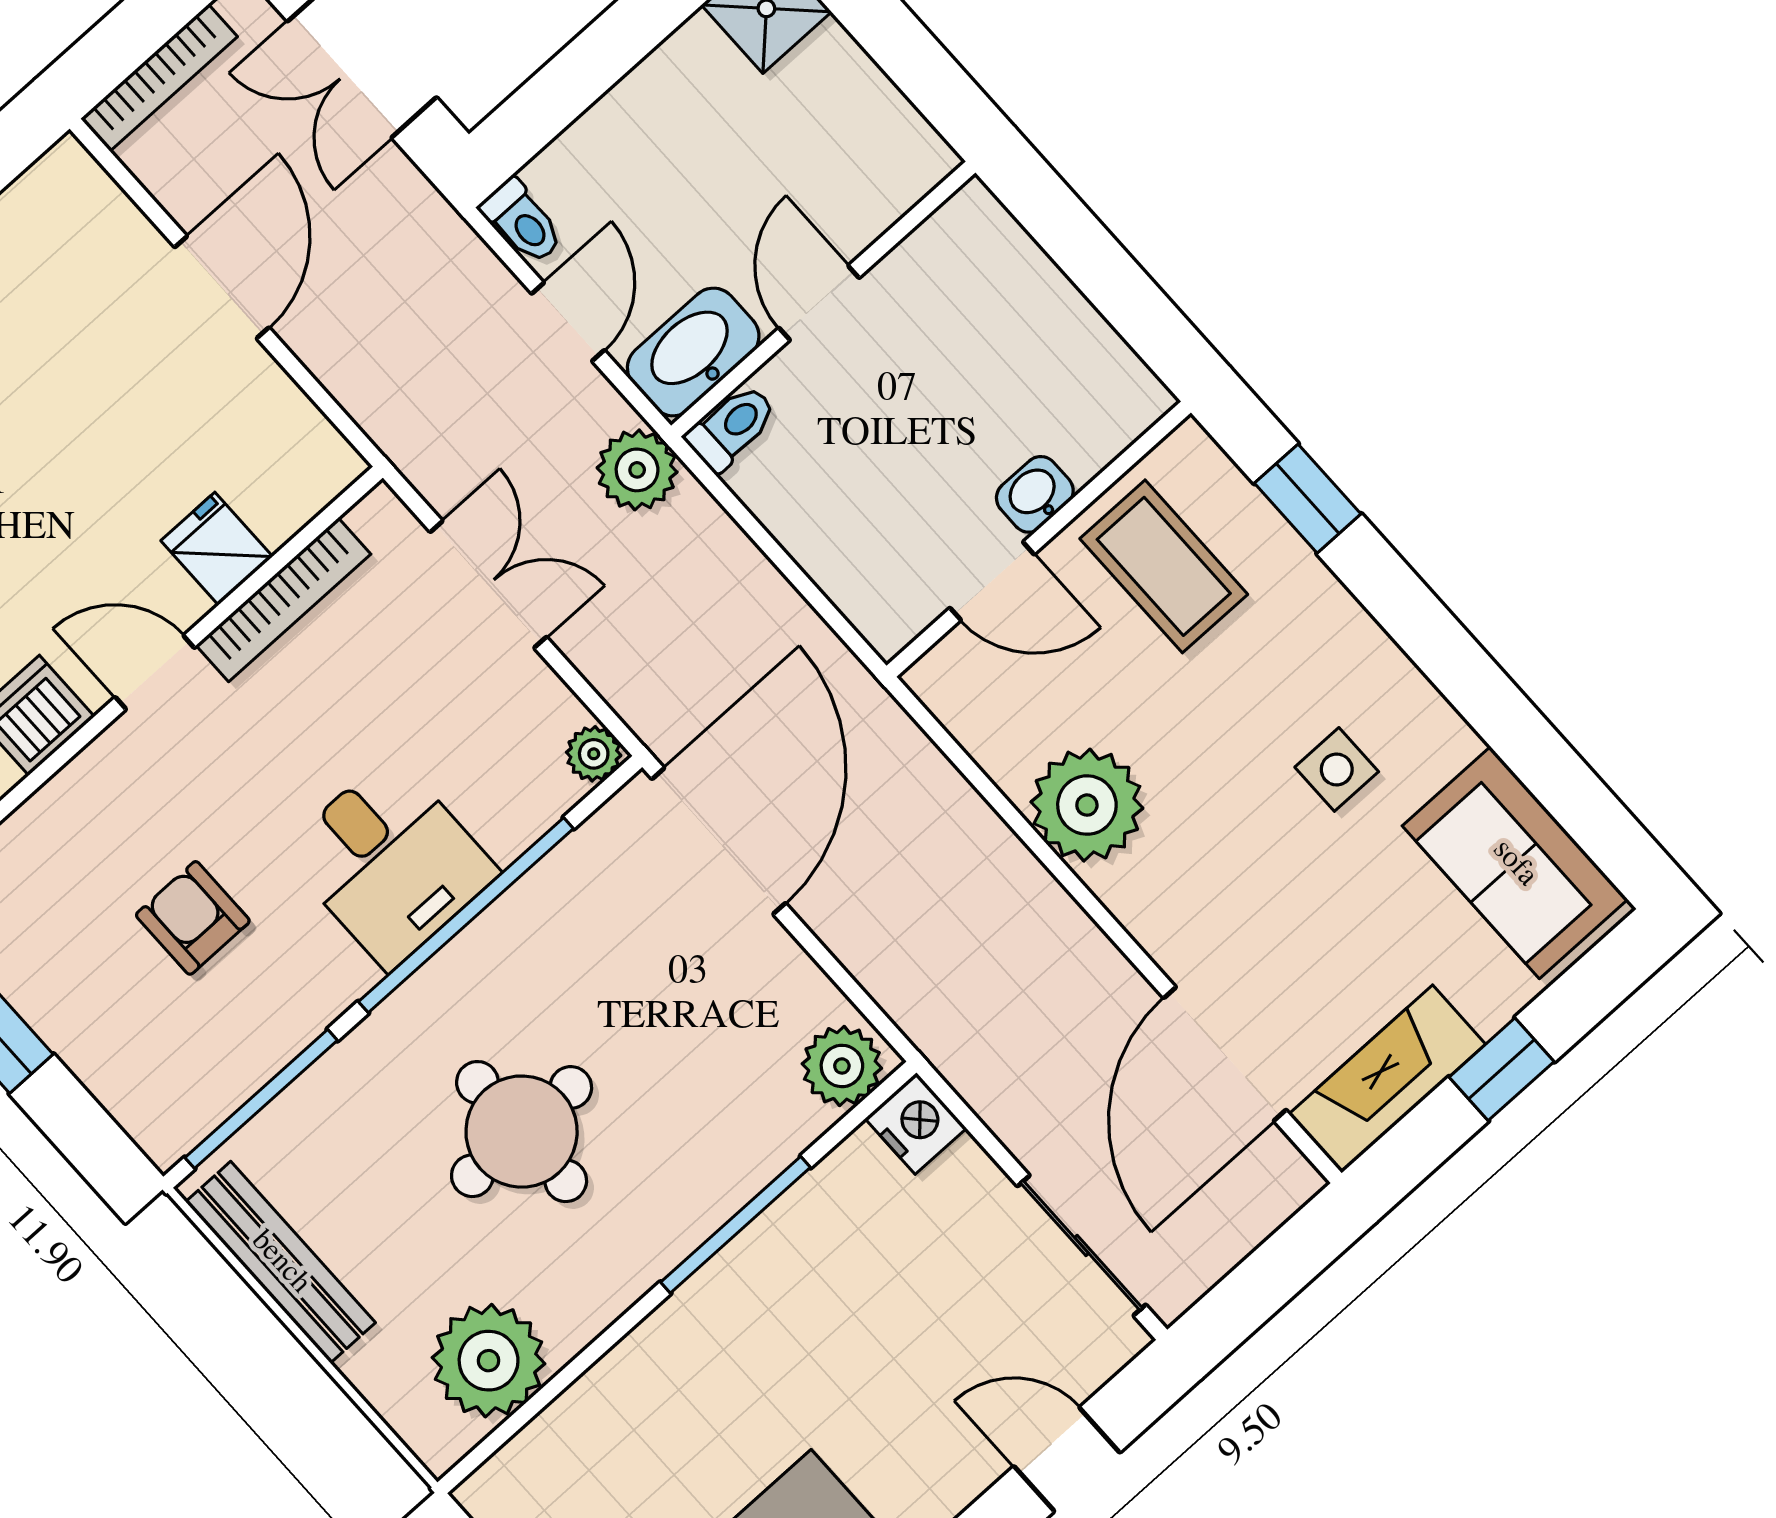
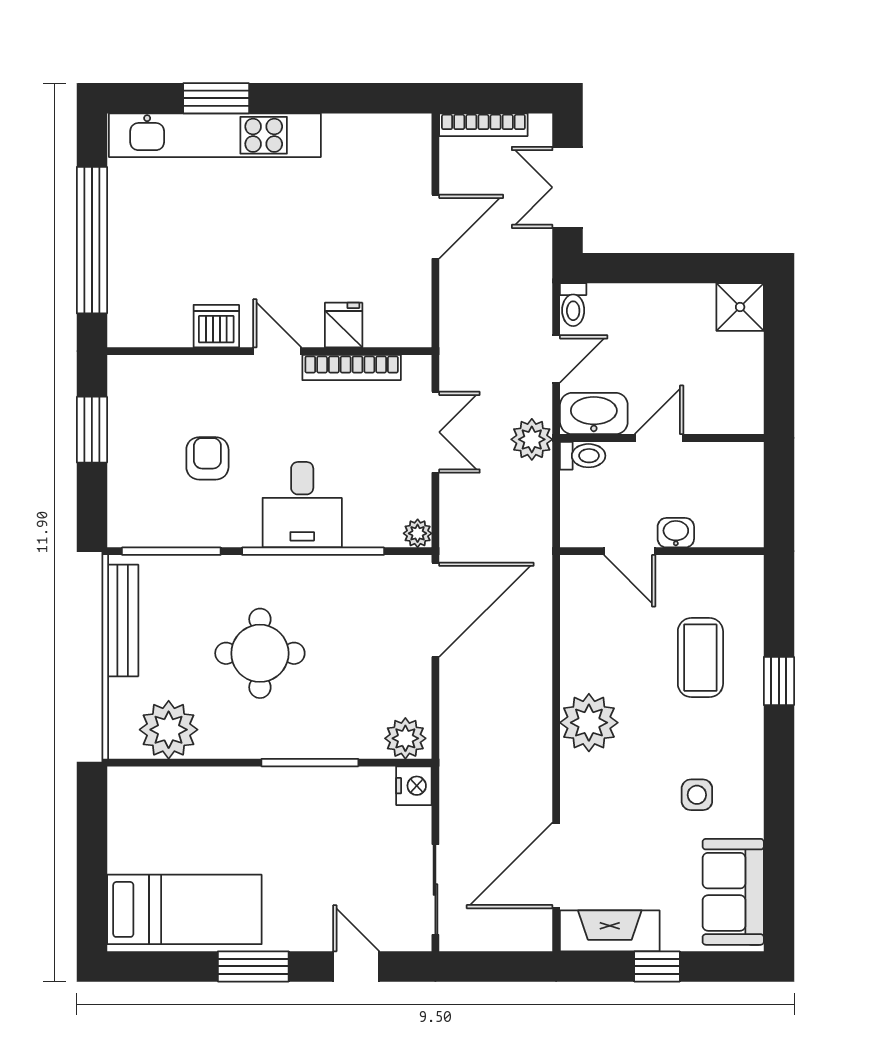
washbasin: (1035, 494) -> (676, 533), moved
wall: (1039, 539) -> (662, 551), moved
door: (992, 581) -> (630, 551), moved

